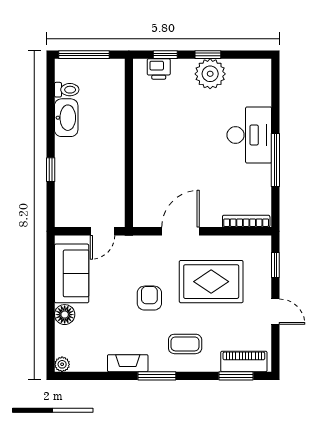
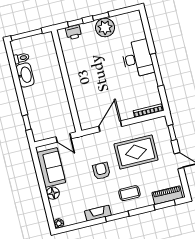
window: (51, 170) -> (27, 122), moved
door: (103, 231) -> (64, 138), hinge flipped

